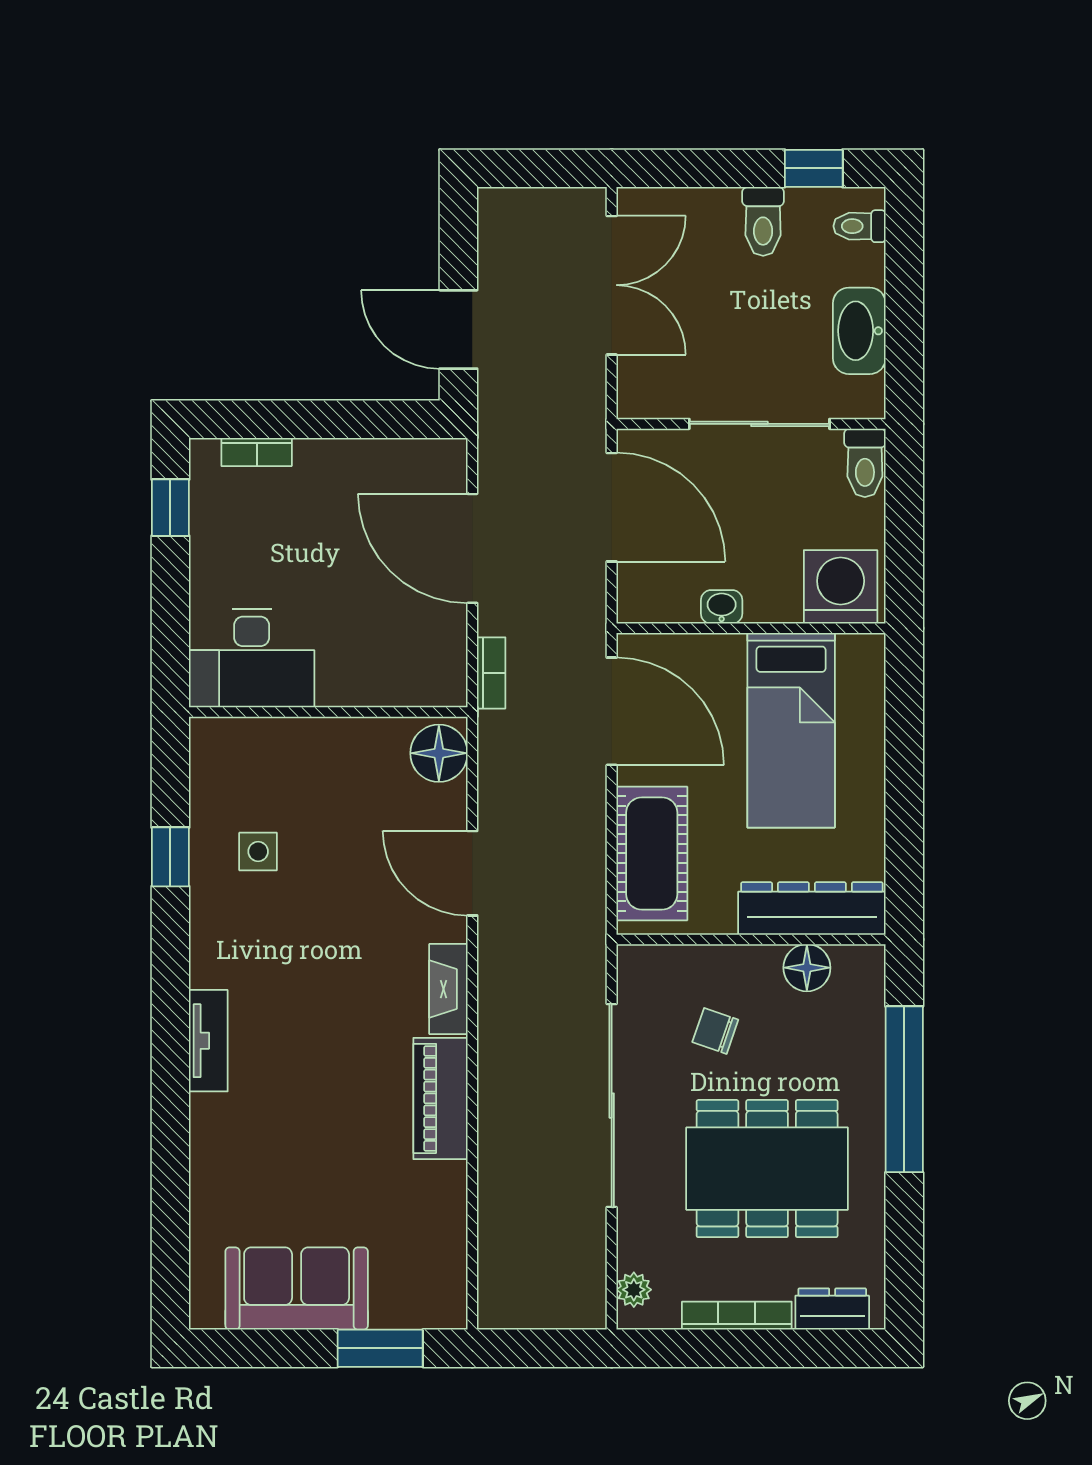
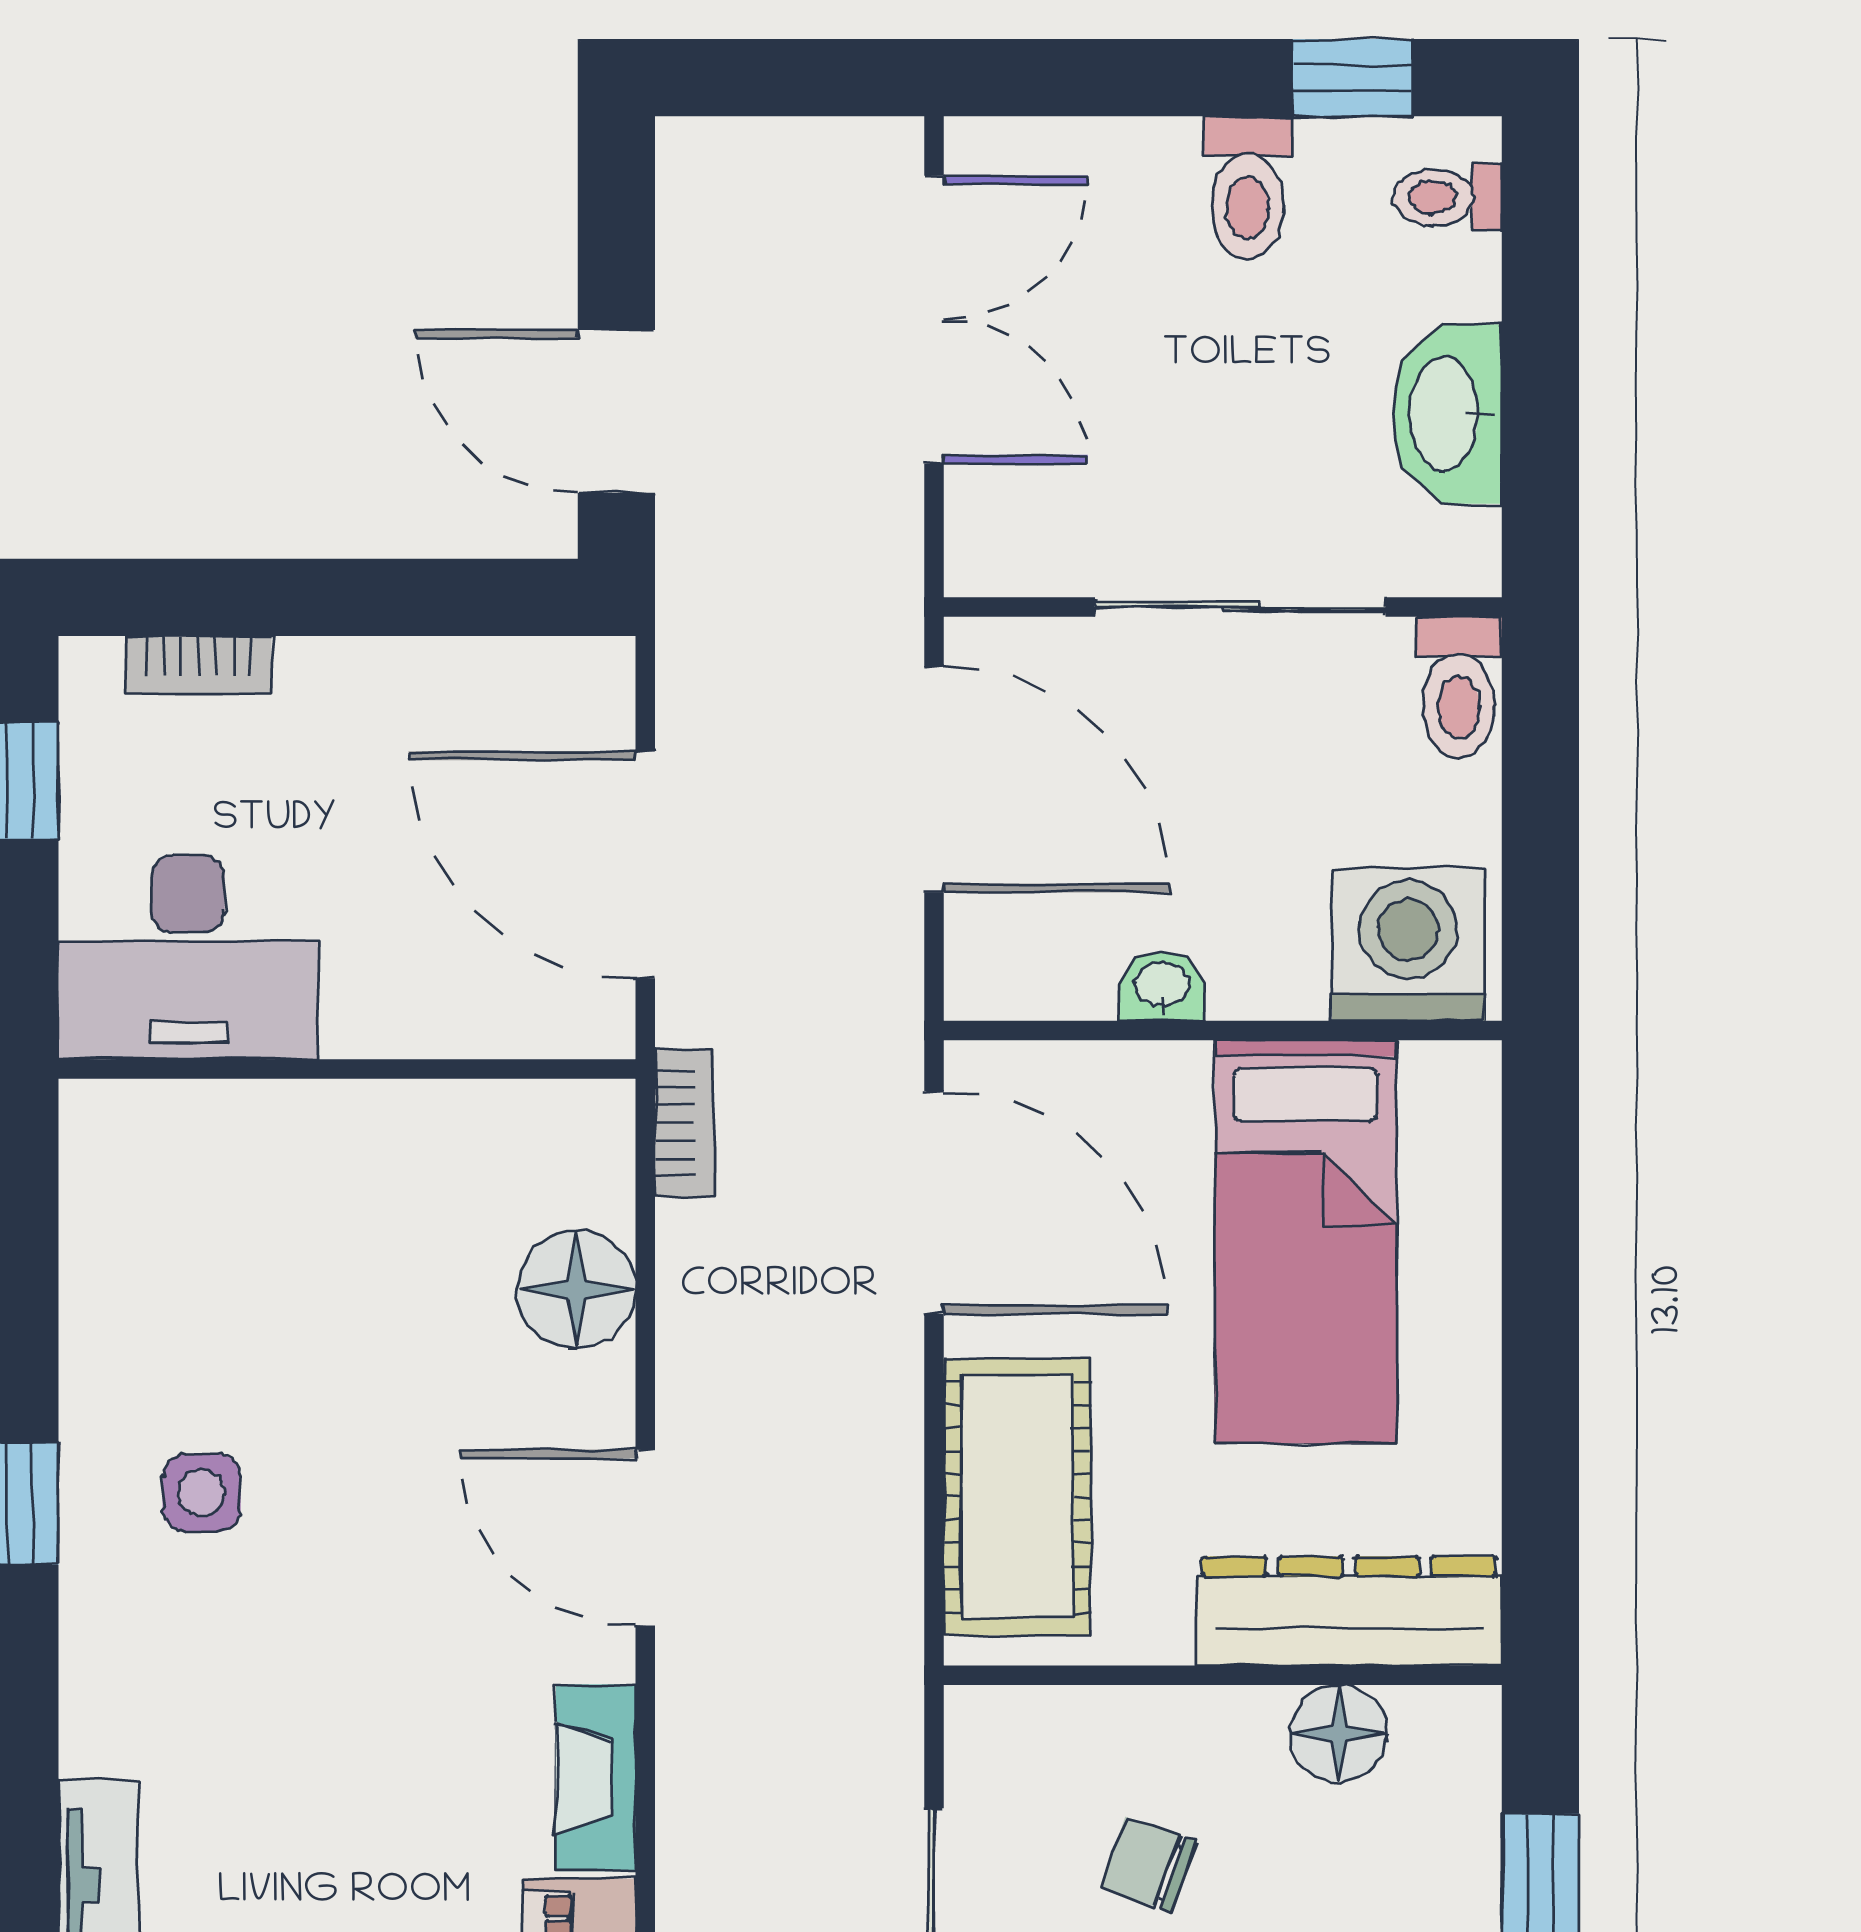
desk: (252, 658) -> (188, 957), moved
wall: (328, 712) -> (347, 1069), moved

